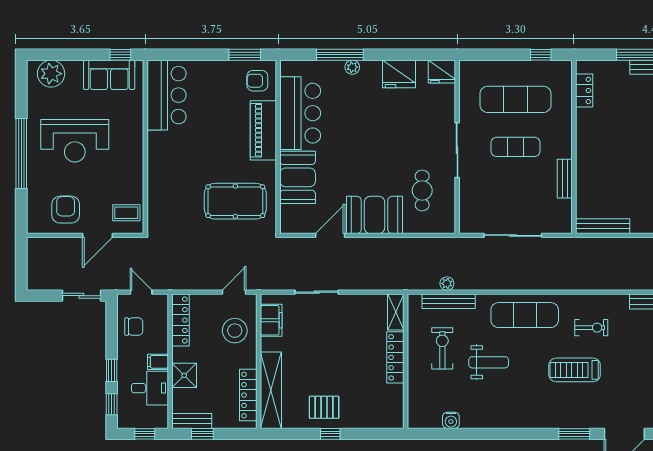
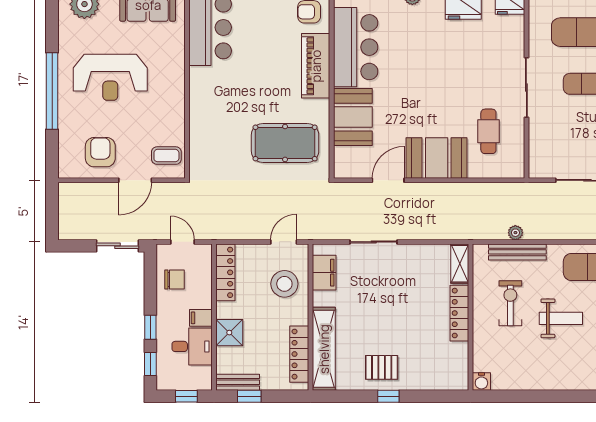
water cooler: (451, 420) -> (481, 382), moved

